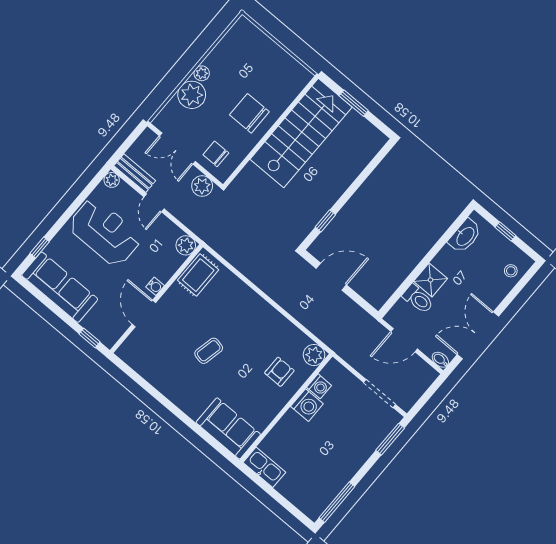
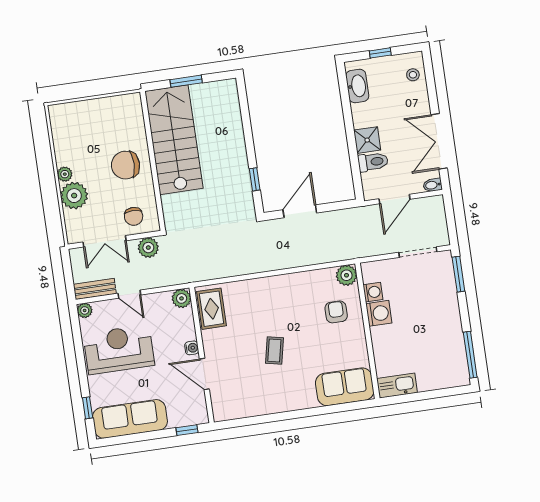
chair: (216, 154) -> (134, 216), turned -90

